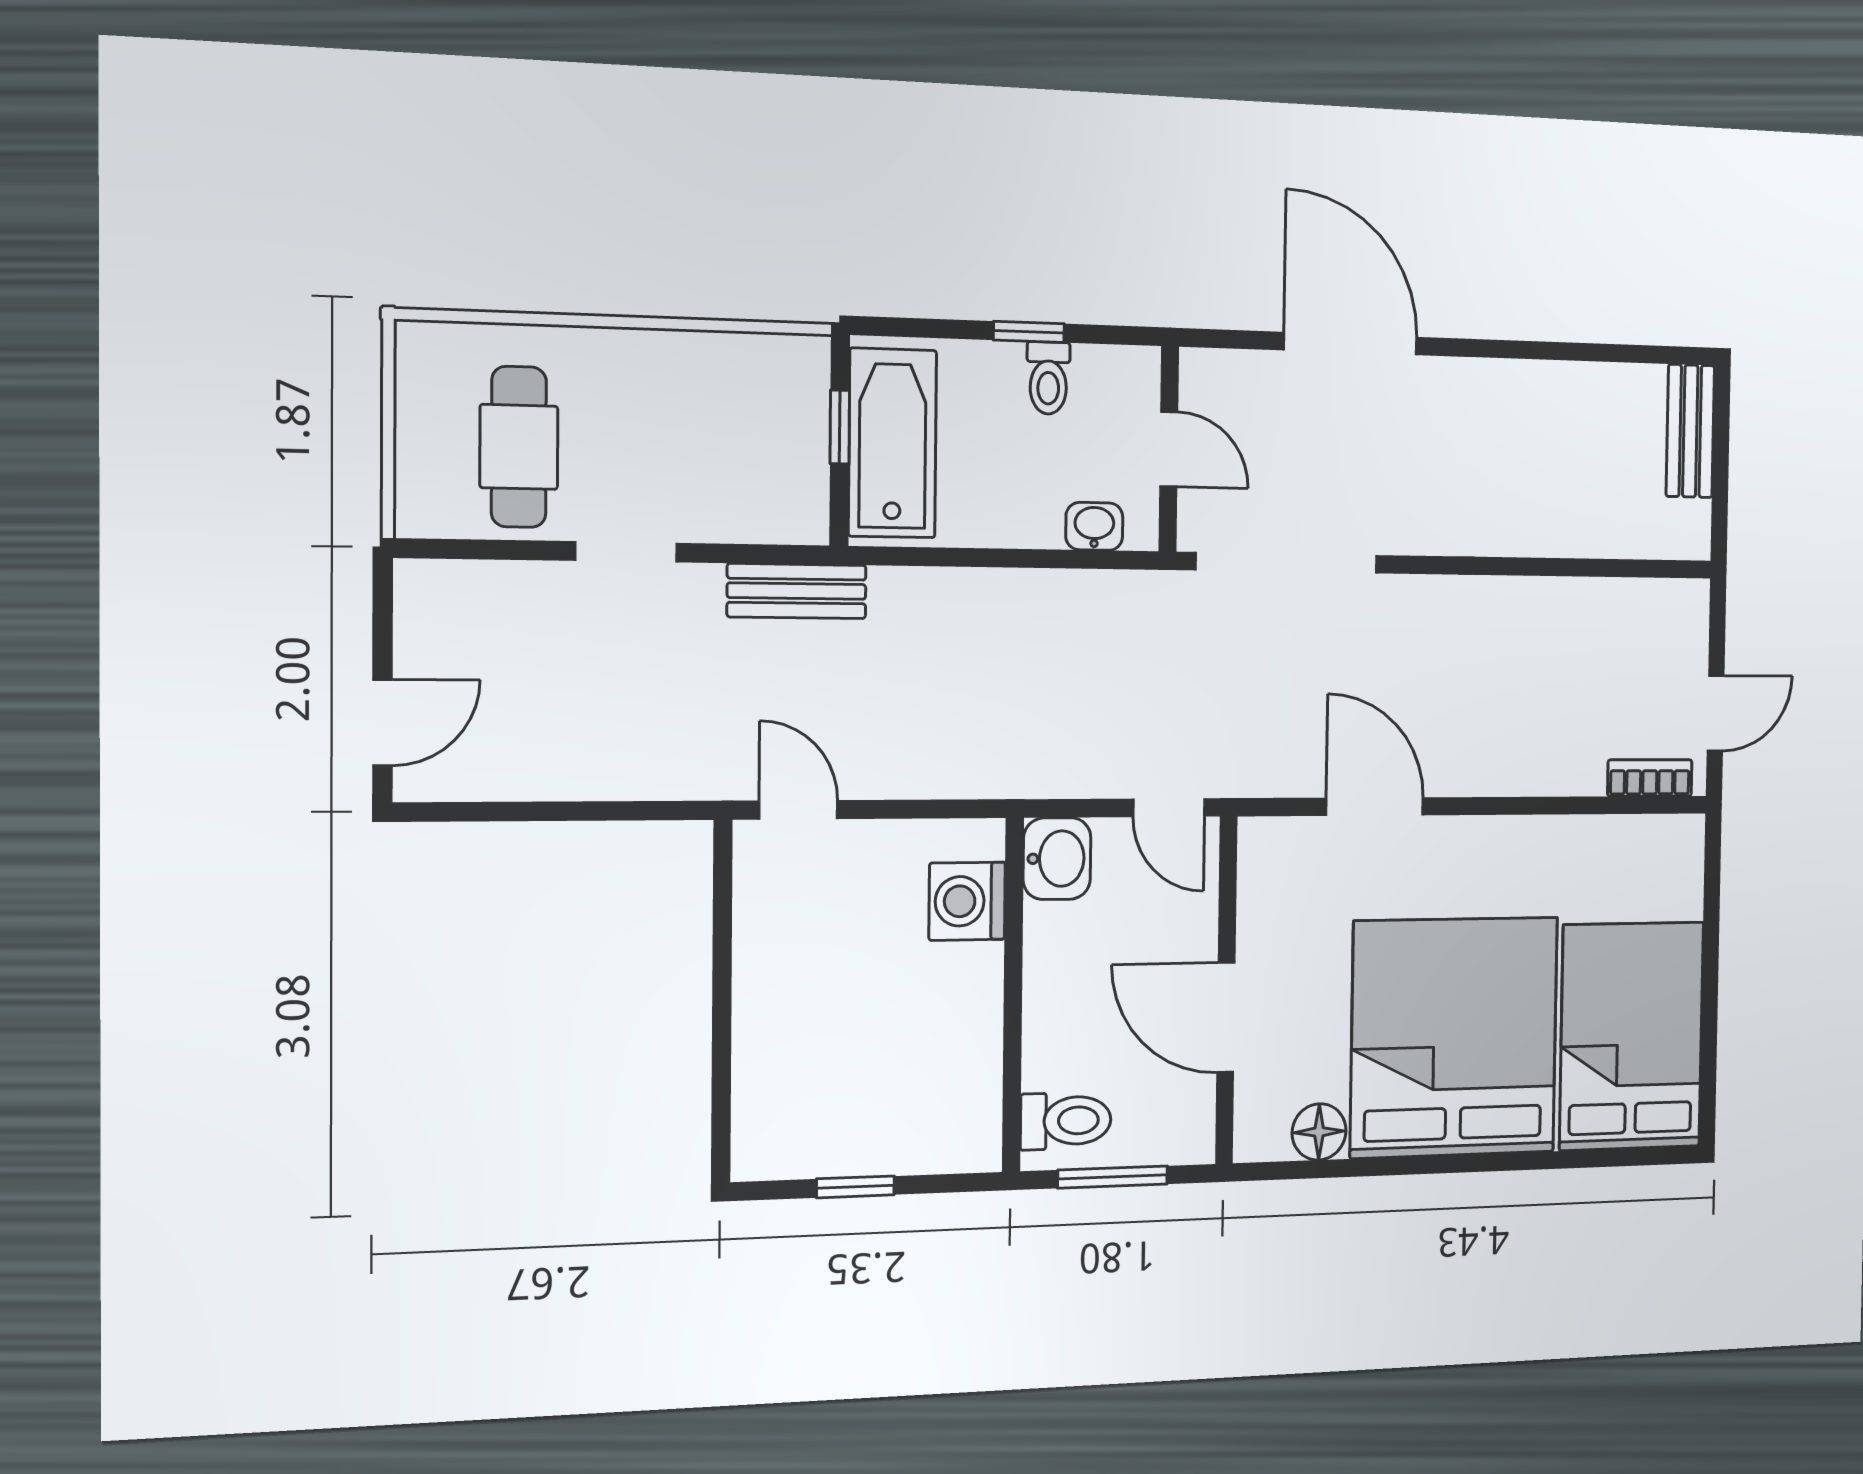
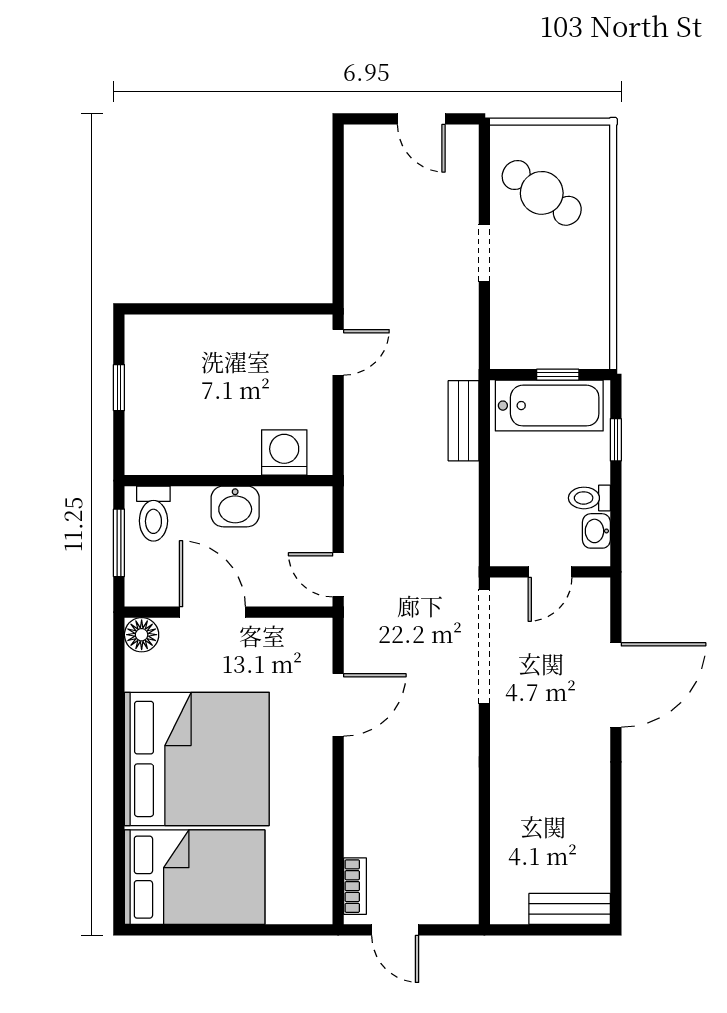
window: (1029, 332) -> (616, 440), moved
cafe table: (519, 447) -> (542, 193), turned 35
washbasin: (1094, 526) -> (596, 531), moved, turned 180
bench: (797, 591) -> (464, 421), moved
door: (382, 722) -> (421, 119), moved
door: (1169, 808) -> (338, 575), hinge flipped
washbasin: (1057, 859) -> (235, 506), moved
door: (1226, 1017) -> (212, 612), hinge flipped
floor lamp: (1319, 1132) -> (142, 635), moved

